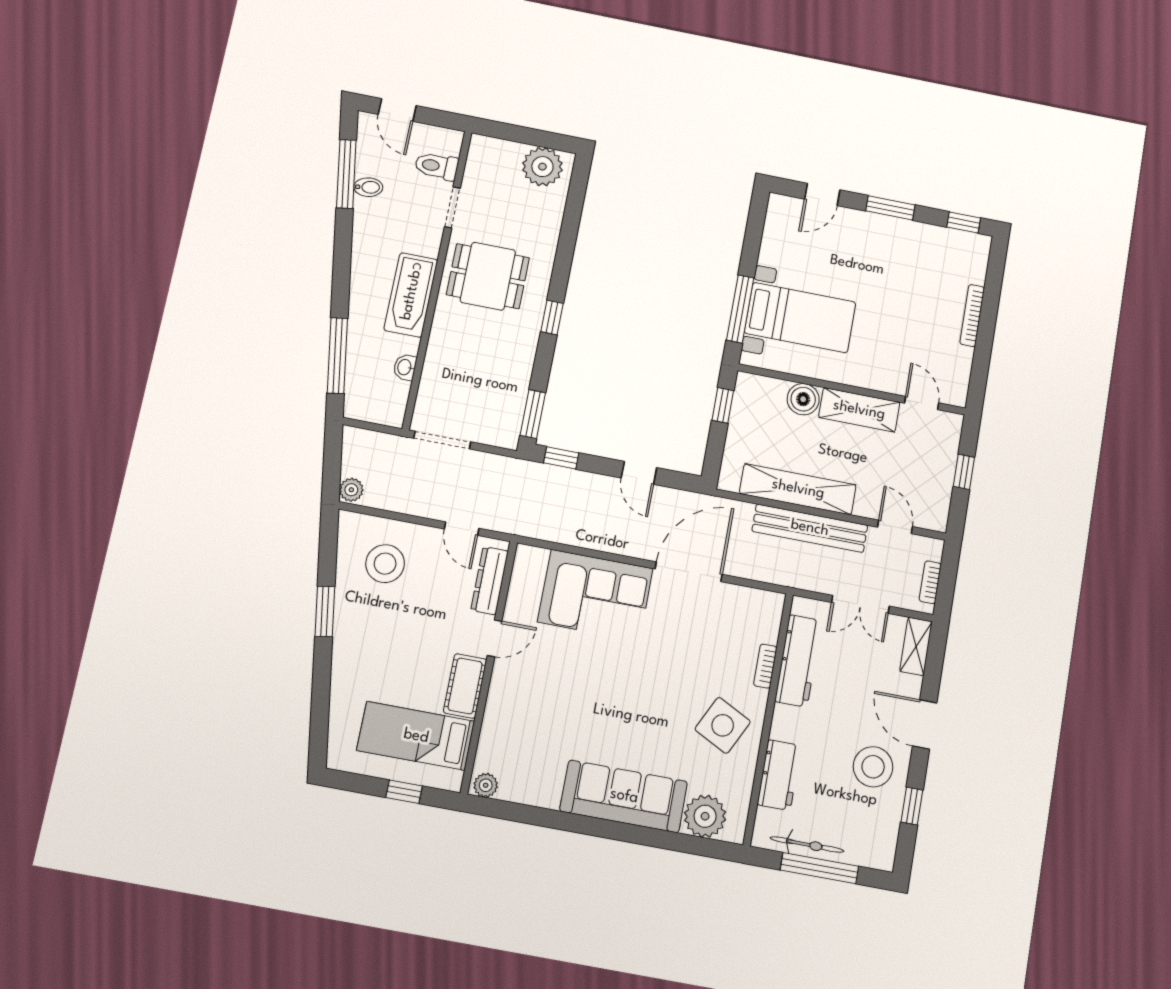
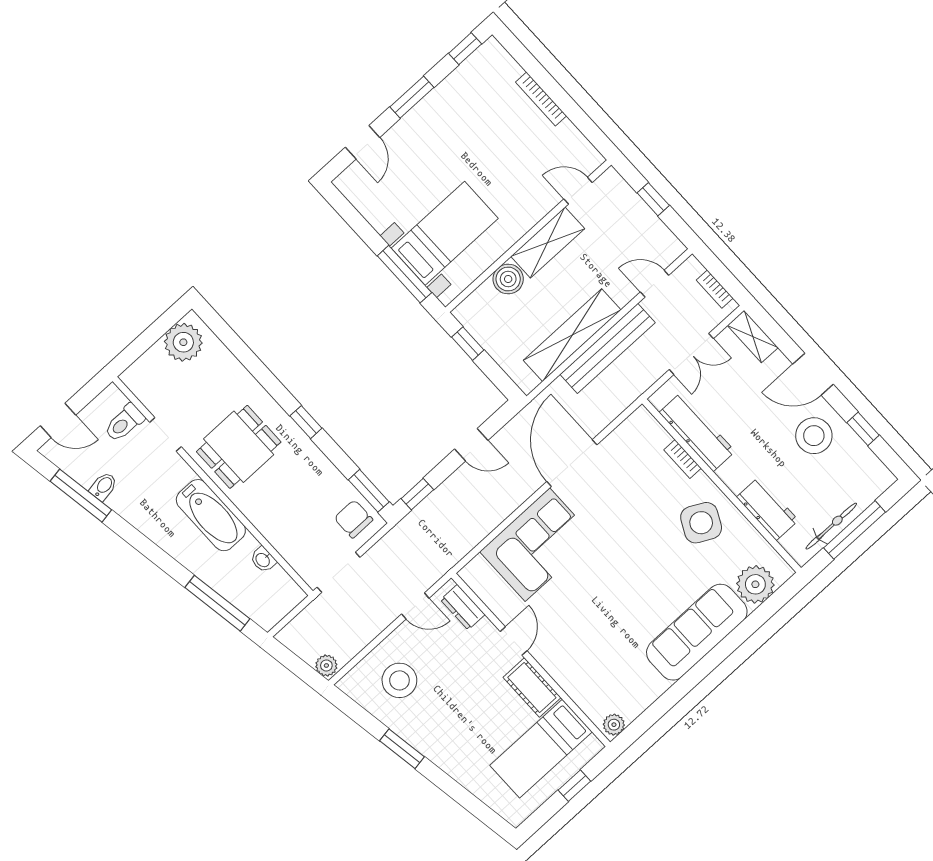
chair: (498, 419) -> (353, 519), added
dresser: (490, 581) -> (463, 607), width x0.70

